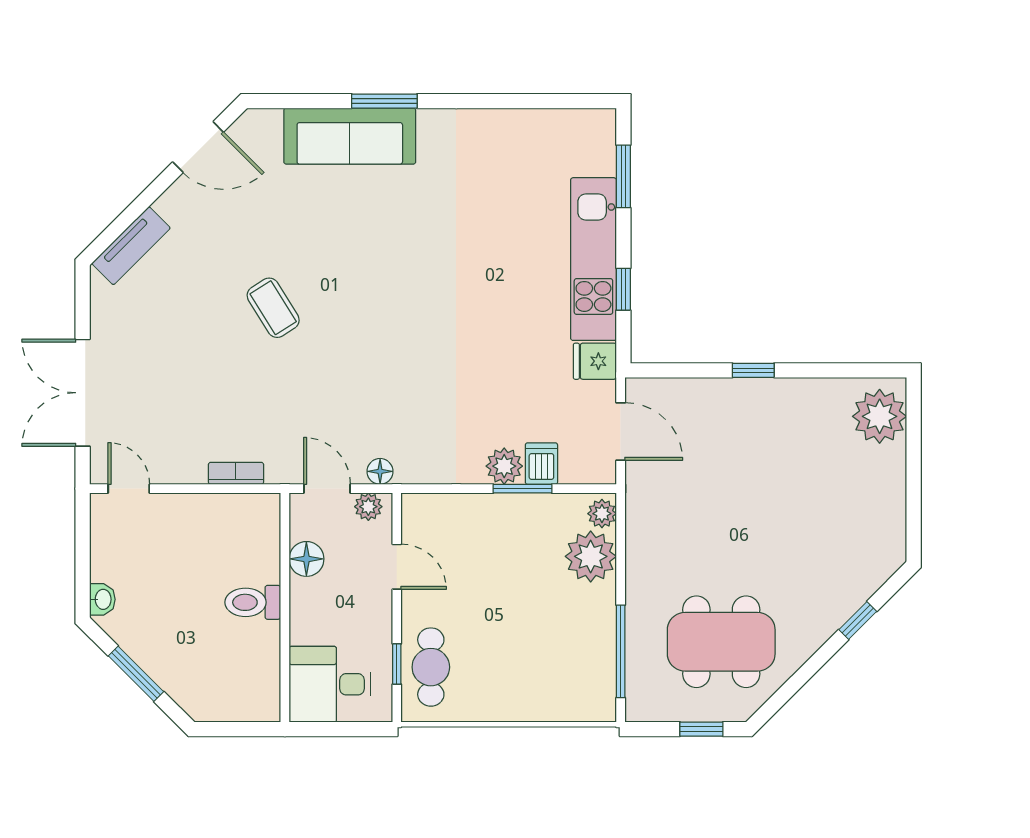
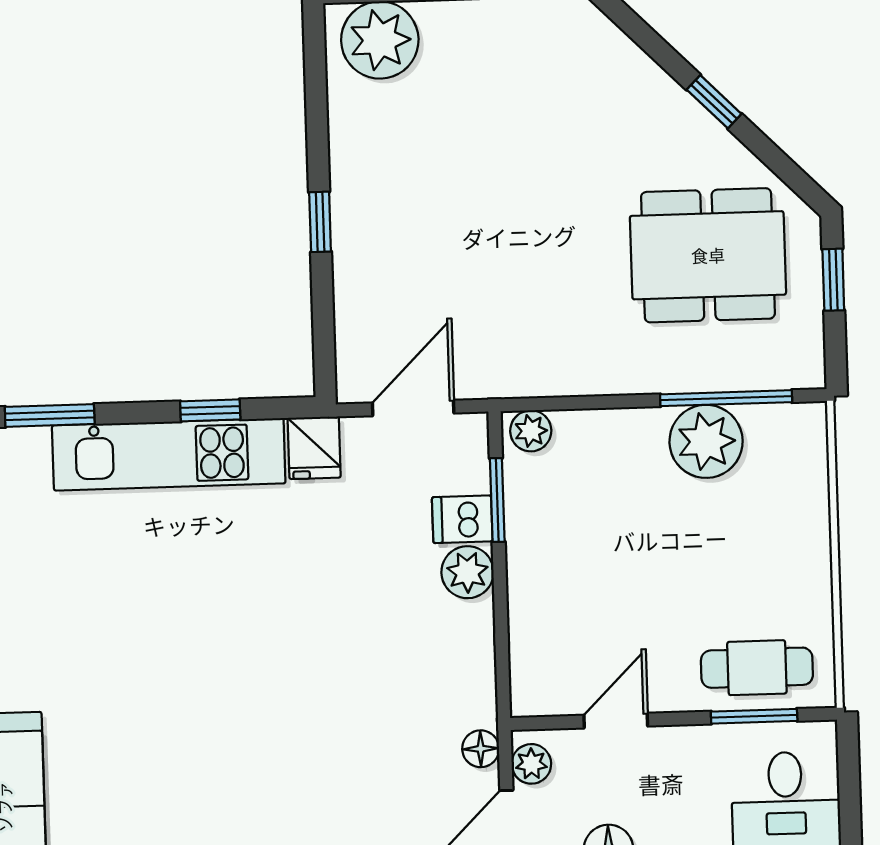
window: (523, 489) -> (497, 500), moved
plant: (591, 556) -> (706, 441), moved
window: (858, 620) -> (714, 102), moved
dining table: (721, 642) -> (708, 255), turned 90
window: (397, 664) -> (754, 716), width x1.50

